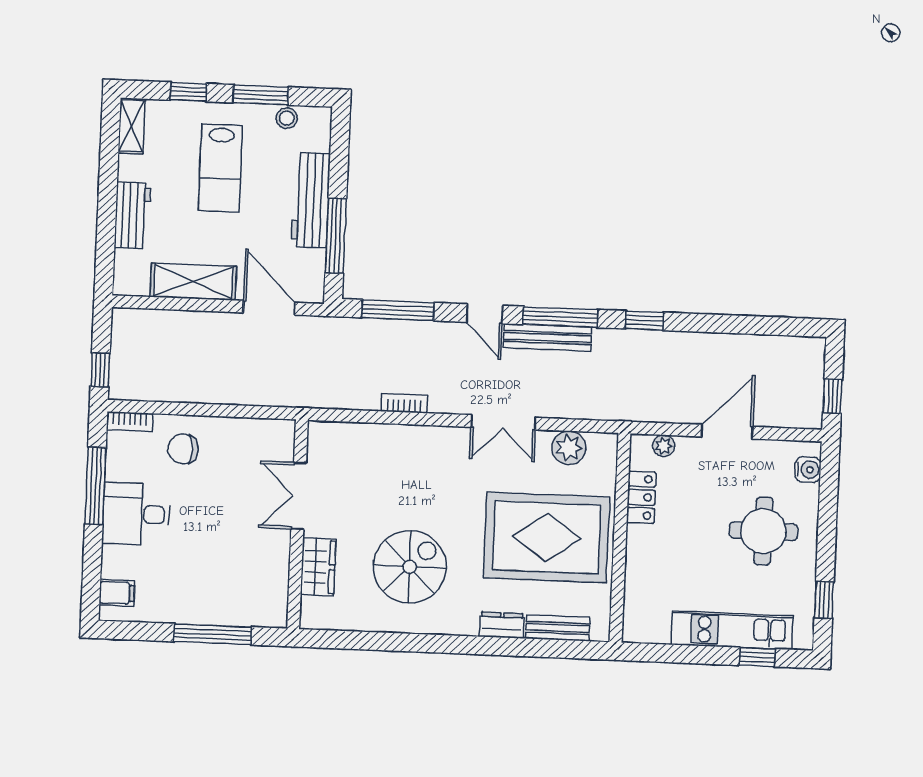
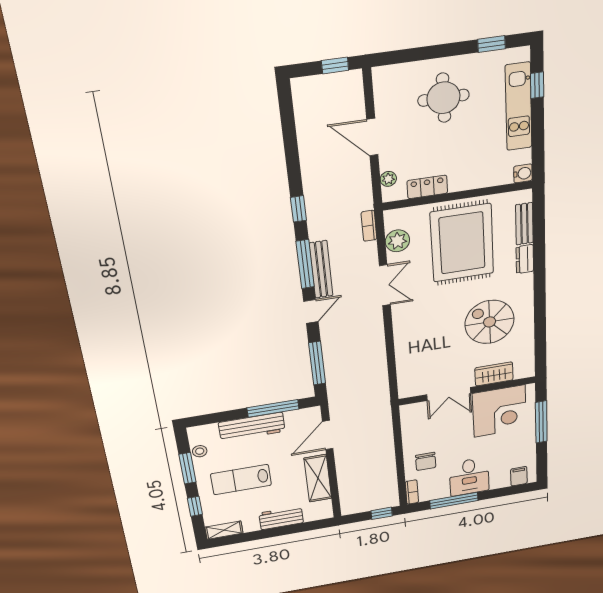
lab bench: (220, 168) -> (241, 480), turned 180
bookcase: (404, 403) -> (369, 226), moved
water cooler: (808, 470) -> (523, 173), moved, turned 90
corner desk: (249, 571) -> (499, 411), added

